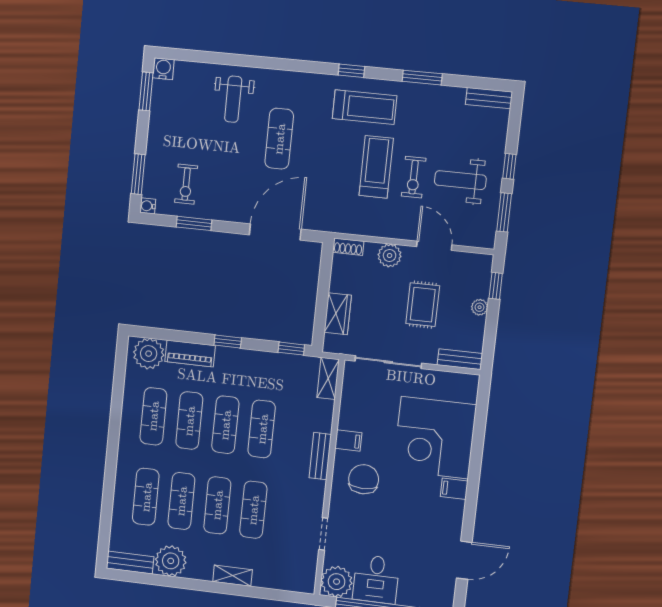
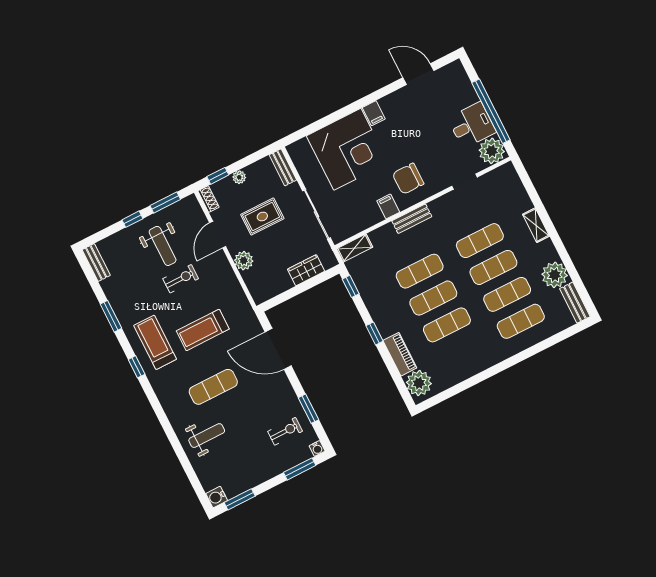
treadmill: (376, 167) -> (203, 330), moved
shoe rack: (348, 247) -> (209, 199), moved
exercise mat: (153, 416) -> (461, 352), removed

